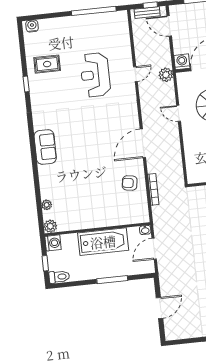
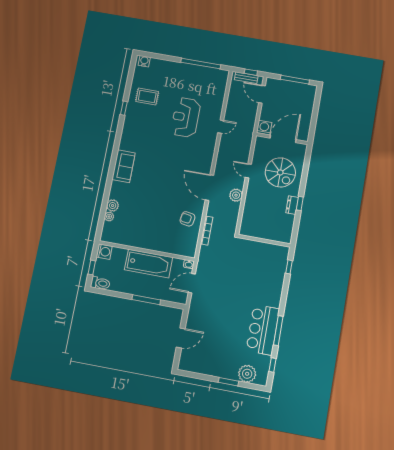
plant: (166, 75) -> (236, 195), moved
door: (143, 143) -> (209, 188), hinge flipped
plant: (50, 226) -> (113, 206), moved

